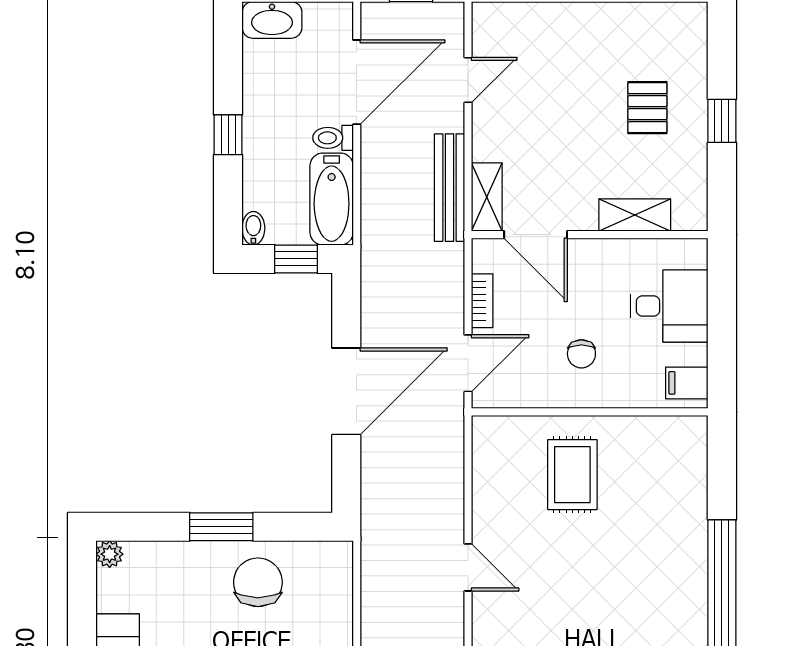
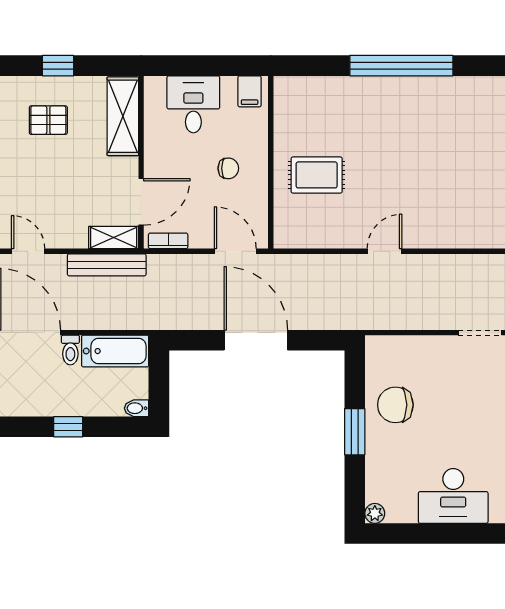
shelving: (635, 215) -> (123, 116), width x1.50, depth x1.33
window: (296, 259) -> (159, 377), removed
bookcase: (482, 301) -> (168, 241), moved

